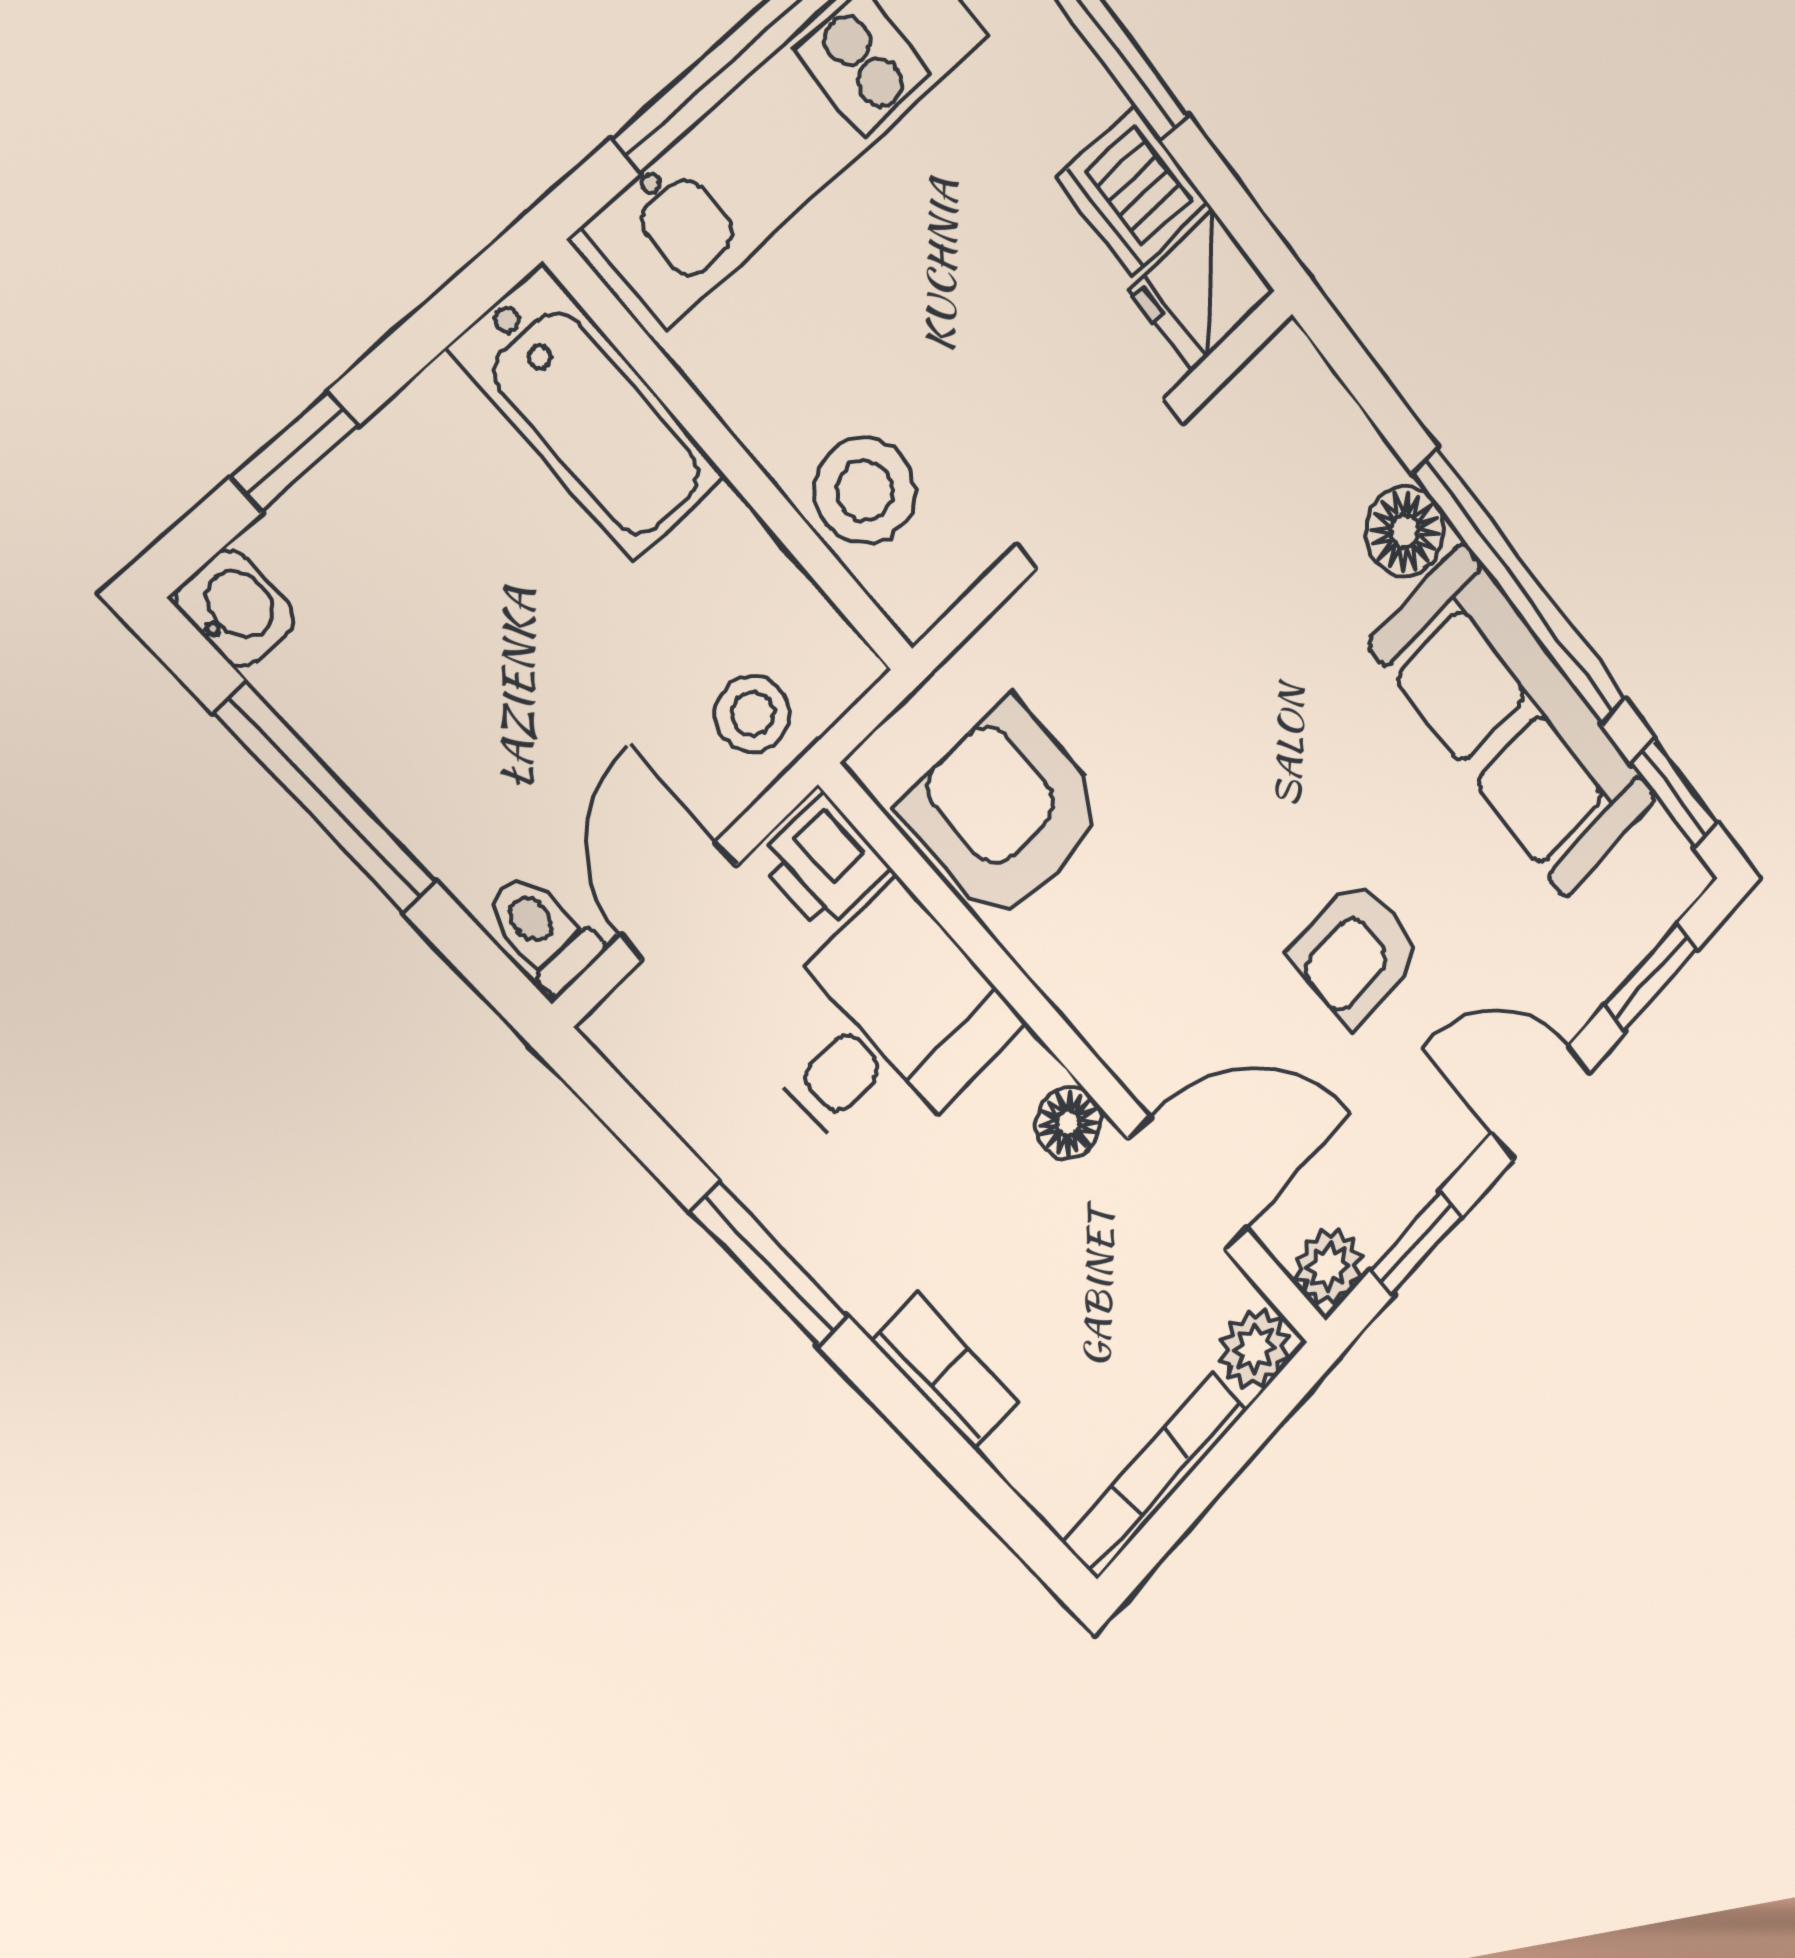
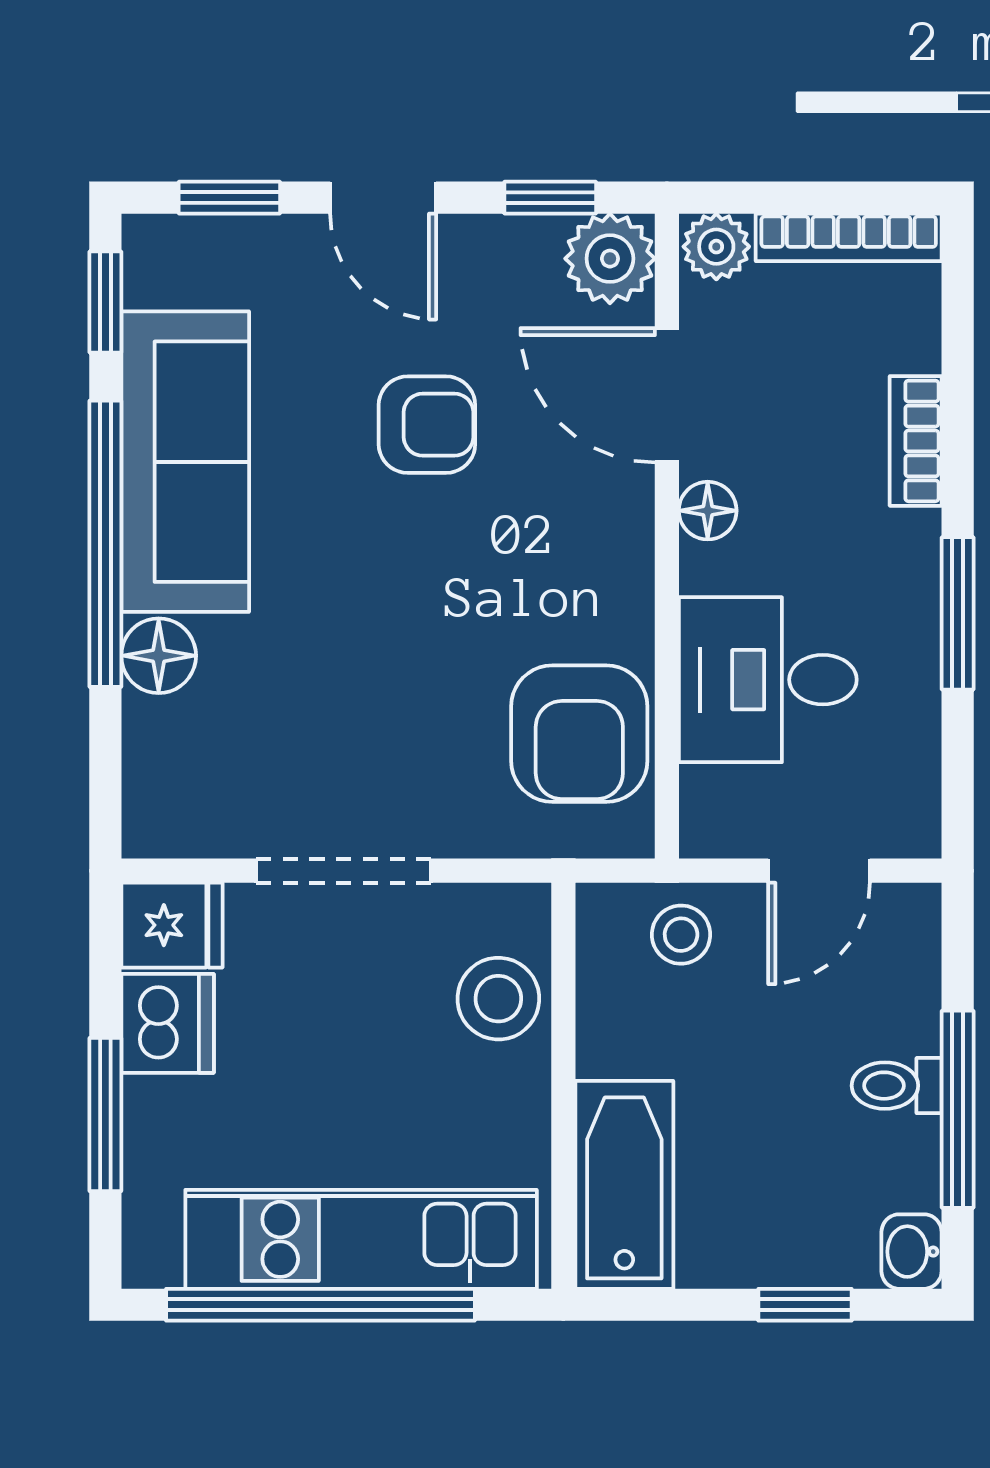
printer: (824, 864) -> (716, 810), removed
toilet: (542, 932) -> (897, 1086), moved, turned 90
plant: (1329, 1266) -> (610, 259), width x1.38, depth x1.38

